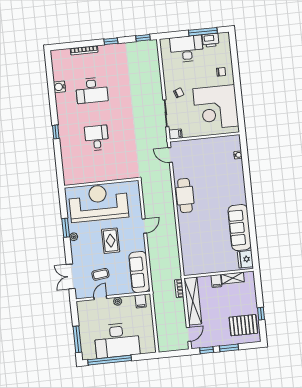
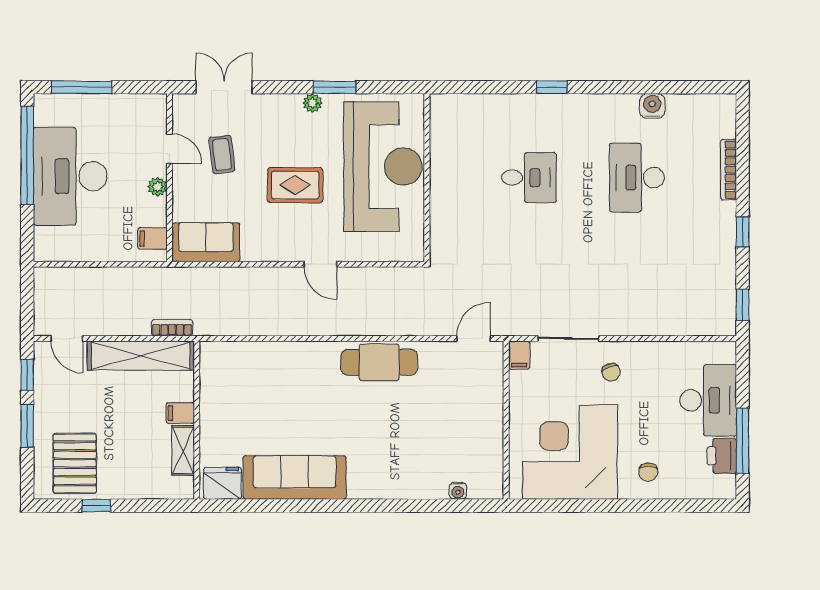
sofa: (139, 272) -> (206, 242), width x0.73

